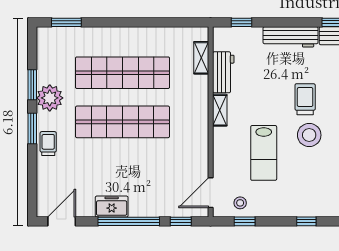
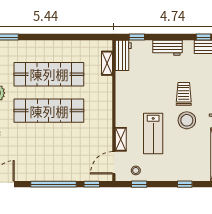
workbench: (291, 37) -> (168, 48), width x0.73
workbench: (223, 72) -> (123, 55), moved
shelving: (220, 110) -> (121, 139), moved
freezer: (112, 207) -> (41, 173), removed

